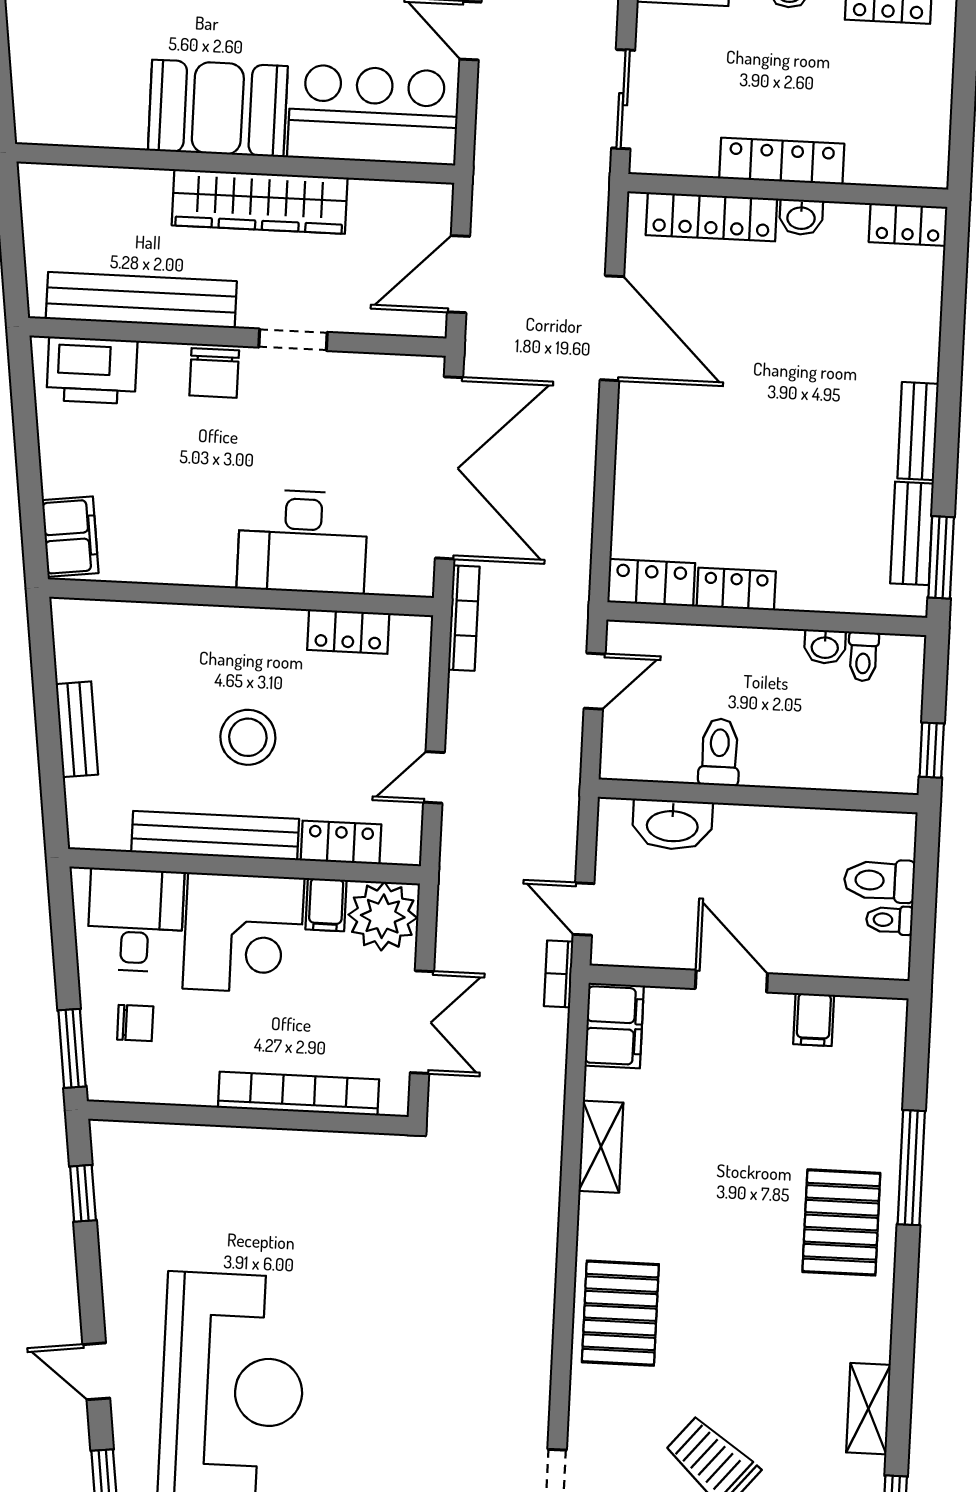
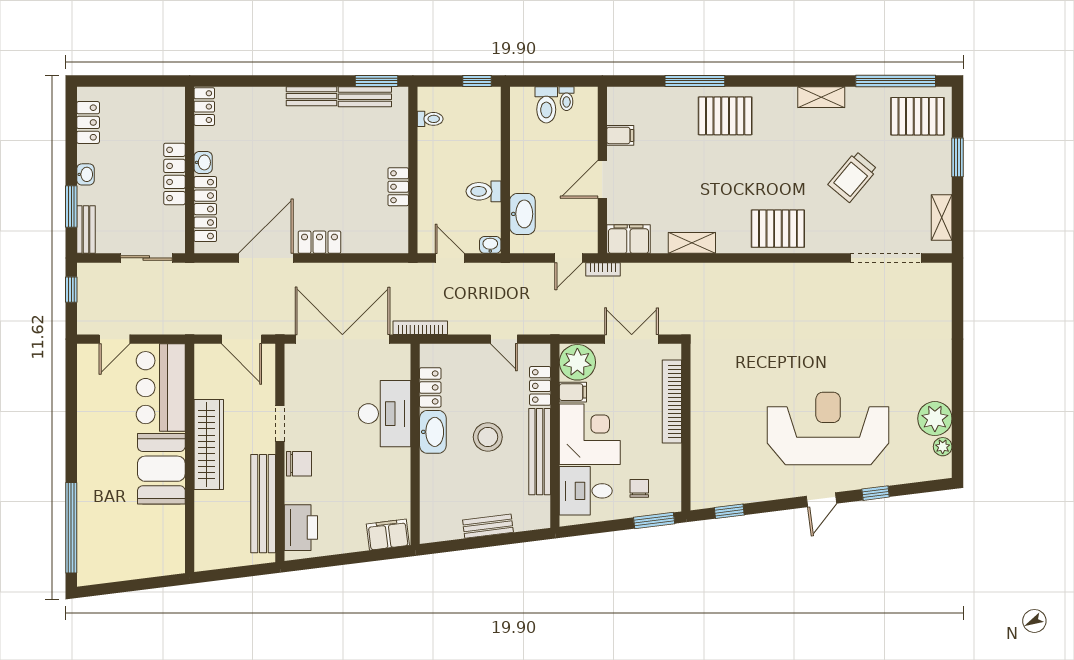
locker: (651, 583) -> (319, 242), moved, turned 90
washbasin: (263, 632) -> (433, 432), added
washbasin: (825, 647) -> (490, 245), moved, turned -90

